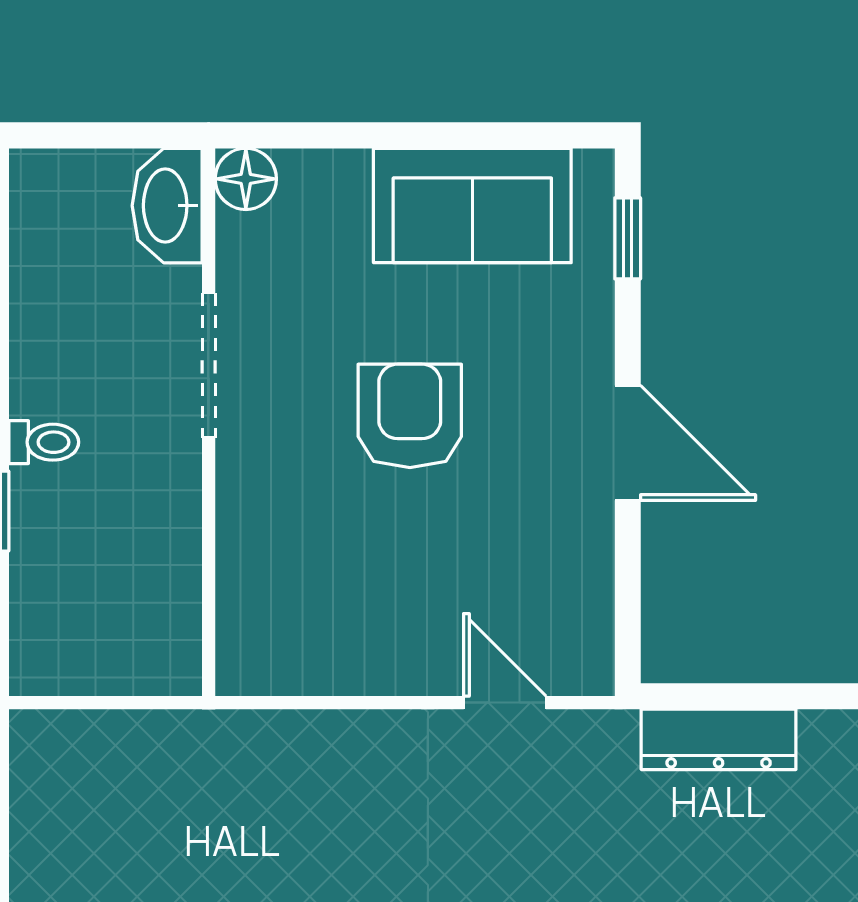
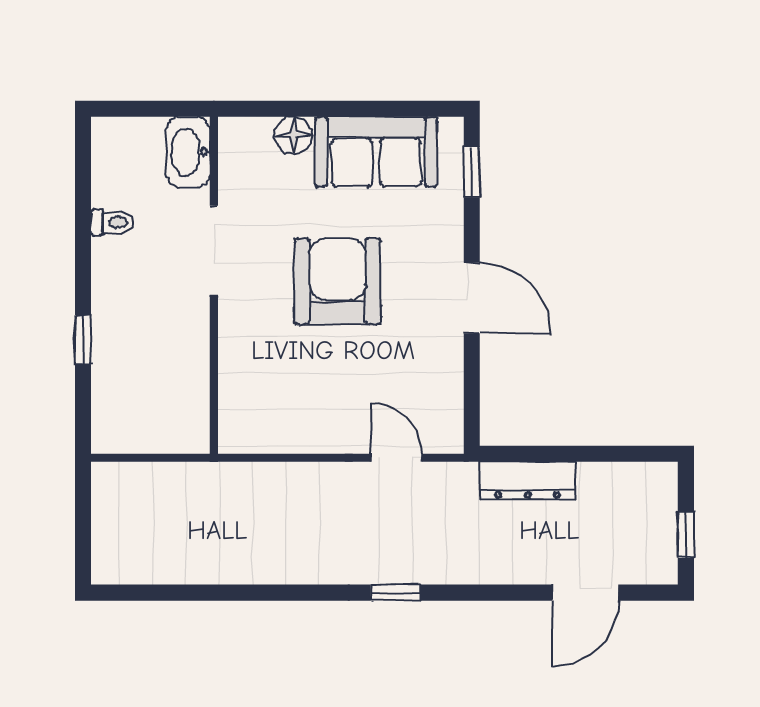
floor lamp: (246, 179) -> (293, 135), moved
armchair: (410, 416) -> (338, 281), width x1.36, depth x1.36
toilet: (44, 442) -> (112, 222), moved

